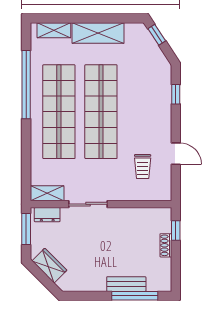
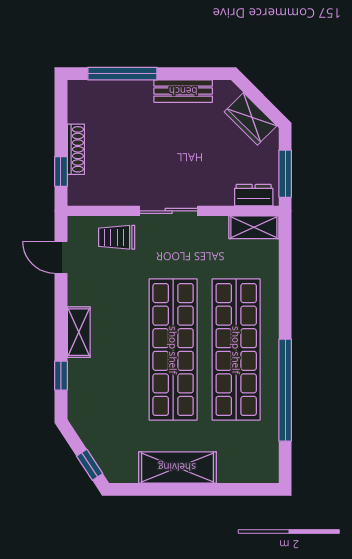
shelving: (54, 30) -> (79, 332), moved, turned 90
door: (176, 154) -> (61, 257), moved
trolley: (143, 167) -> (117, 237), moved, turned -90
sliding door: (88, 204) -> (169, 211), moved
shoe rack: (166, 245) -> (76, 149), width x1.43
bench: (126, 284) -> (183, 91), moved

